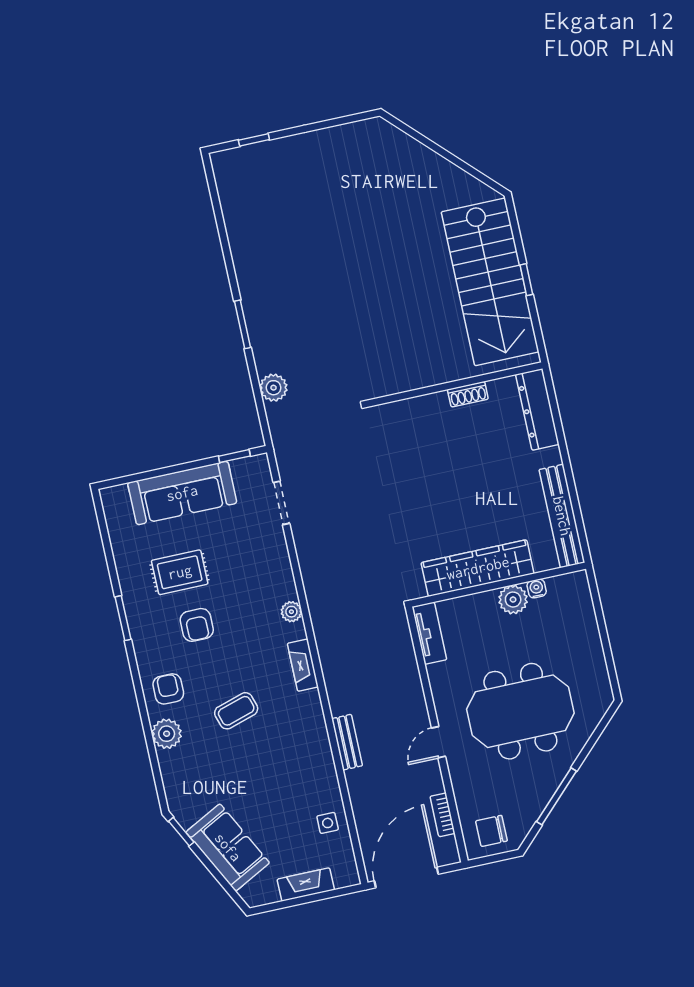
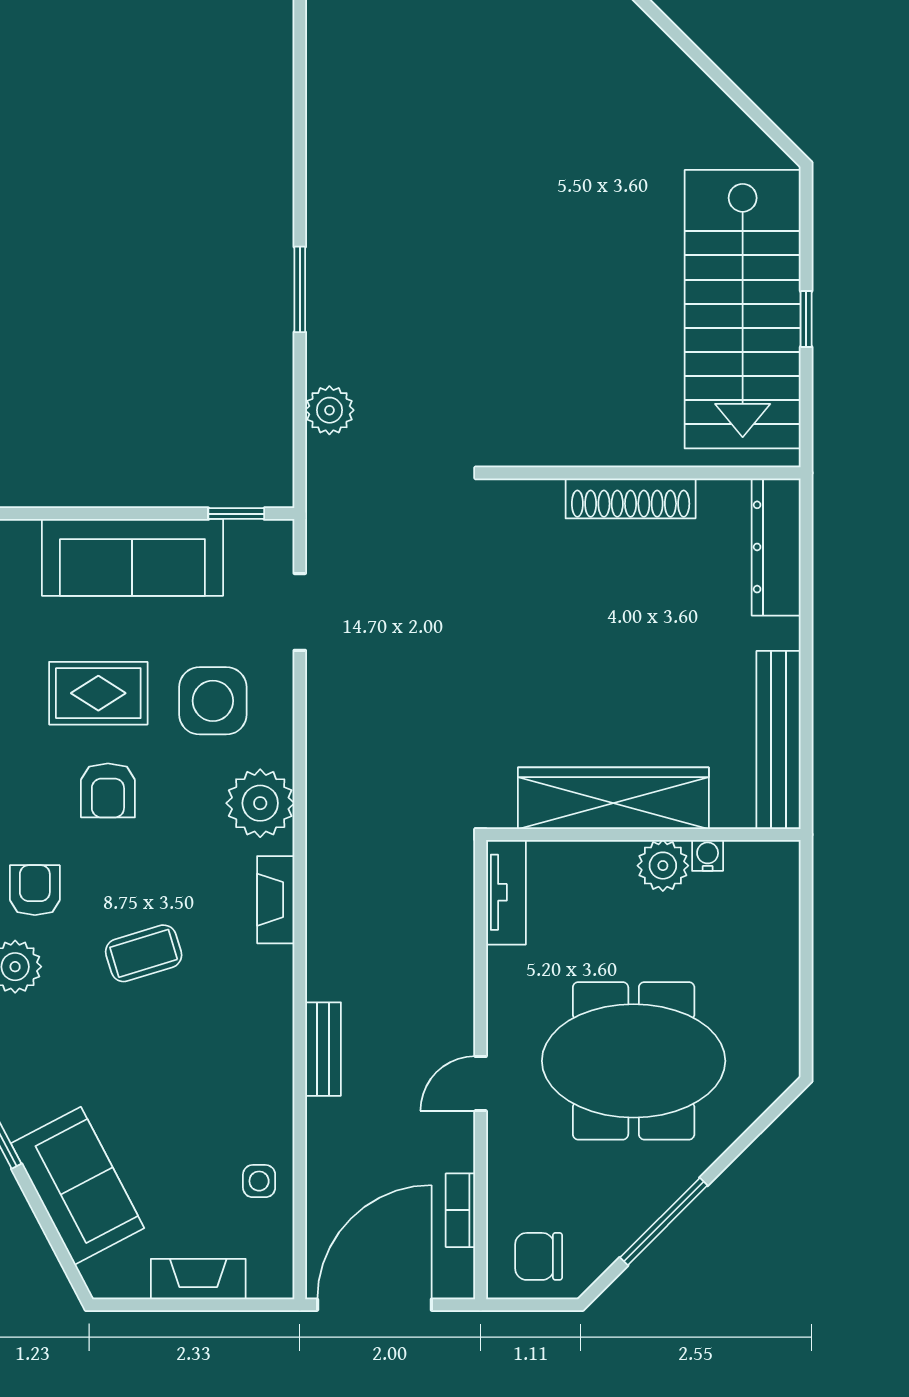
shoe rack: (468, 394) -> (631, 498), width x1.94, depth x1.24
side table: (244, 563) -> (213, 701), added
plant: (291, 612) -> (260, 803), width x1.88, depth x1.88

